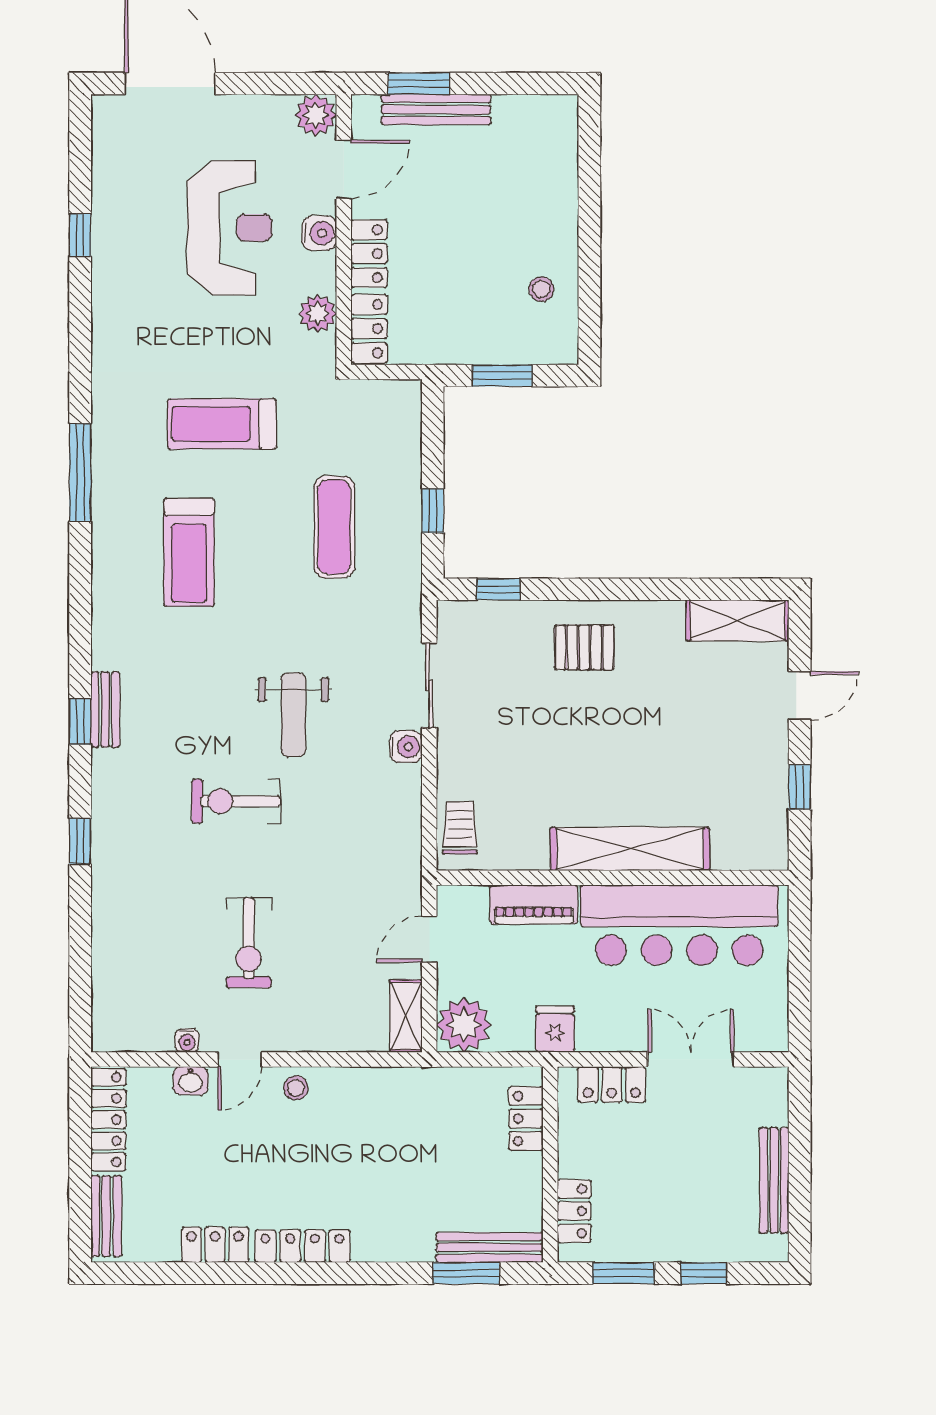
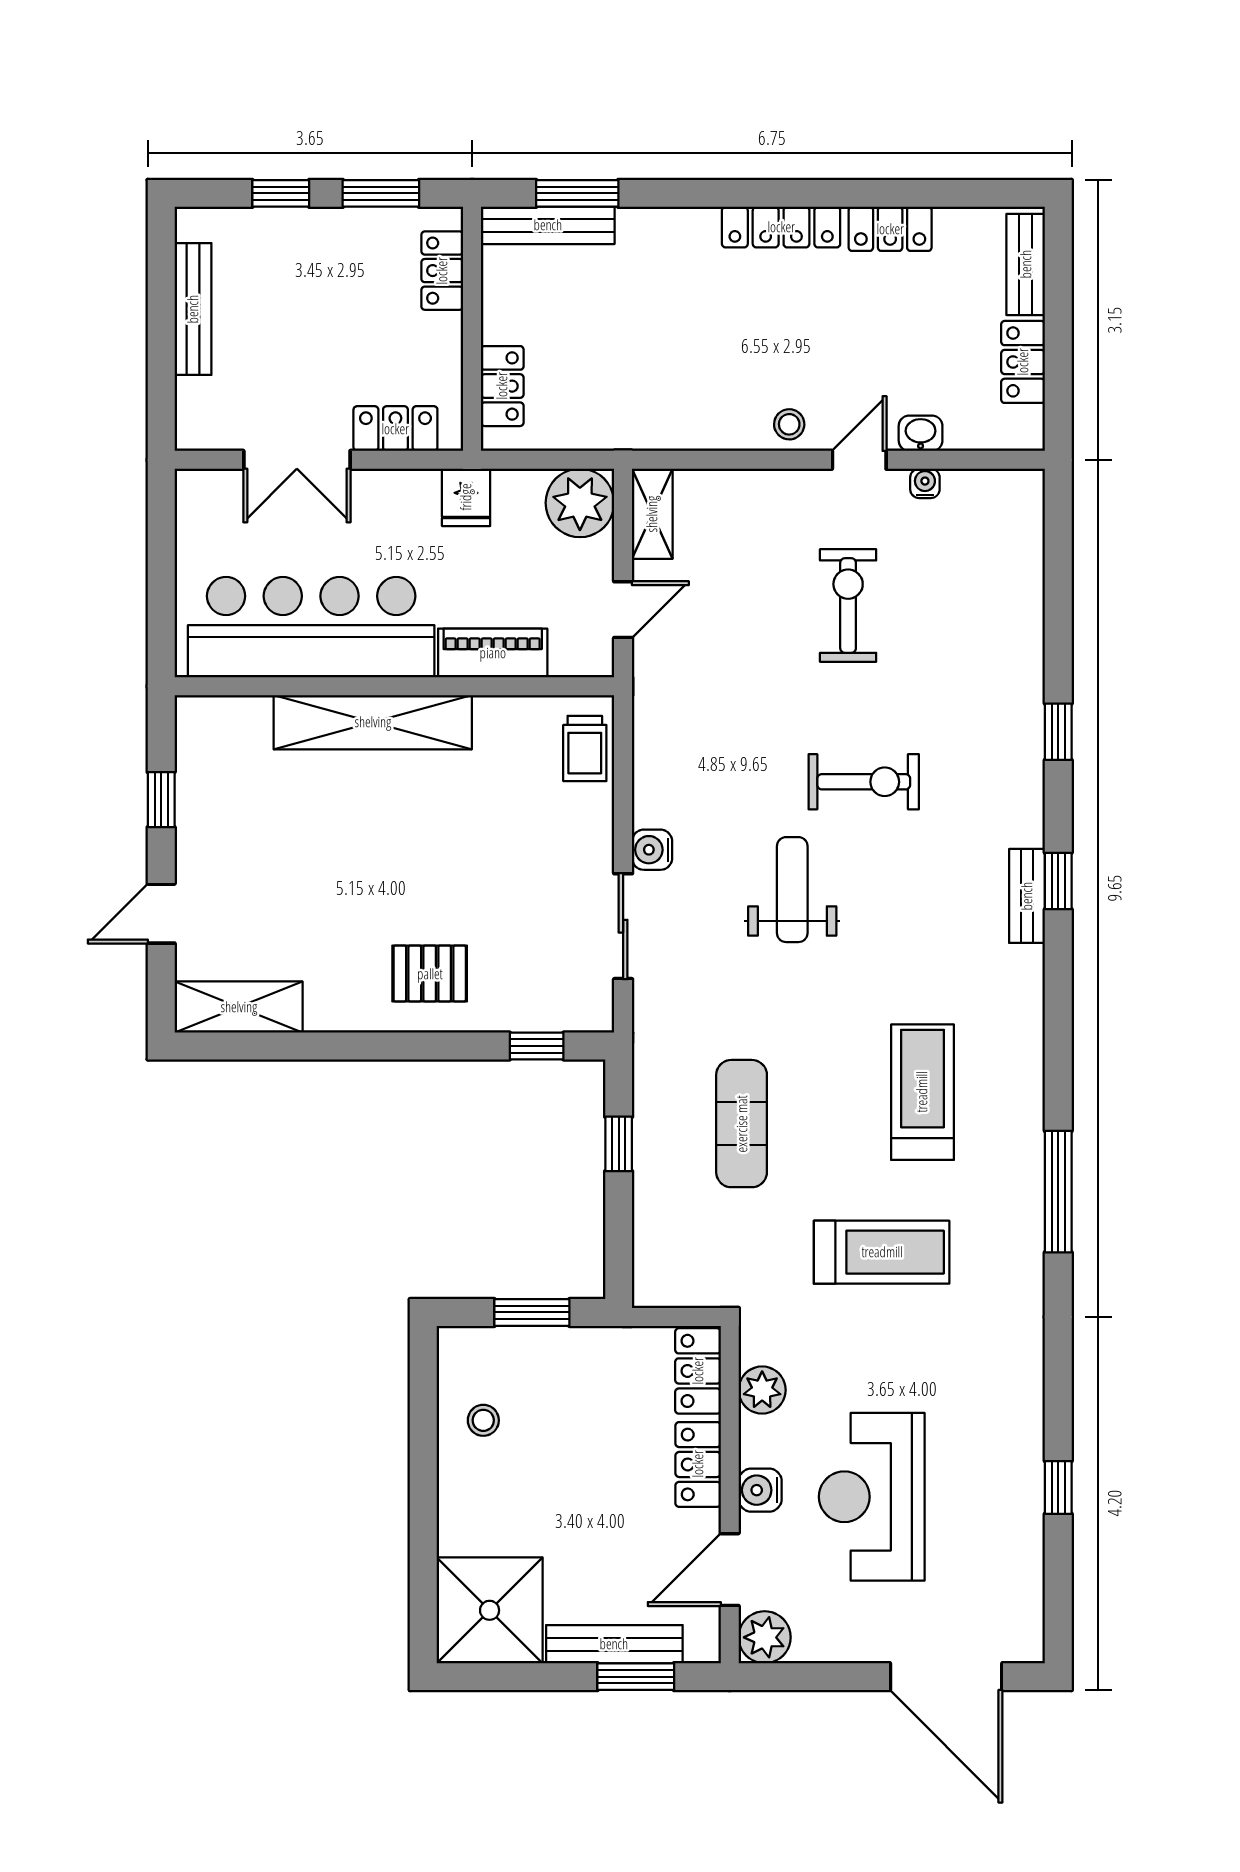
shower: (536, 137) -> (490, 1610), added
locker: (108, 1120) -> (1023, 362), width x0.66

